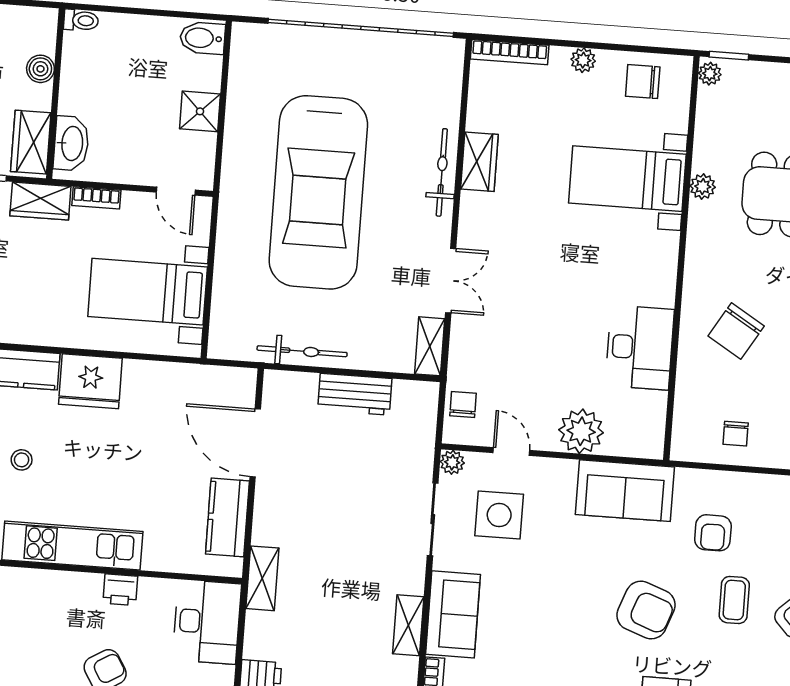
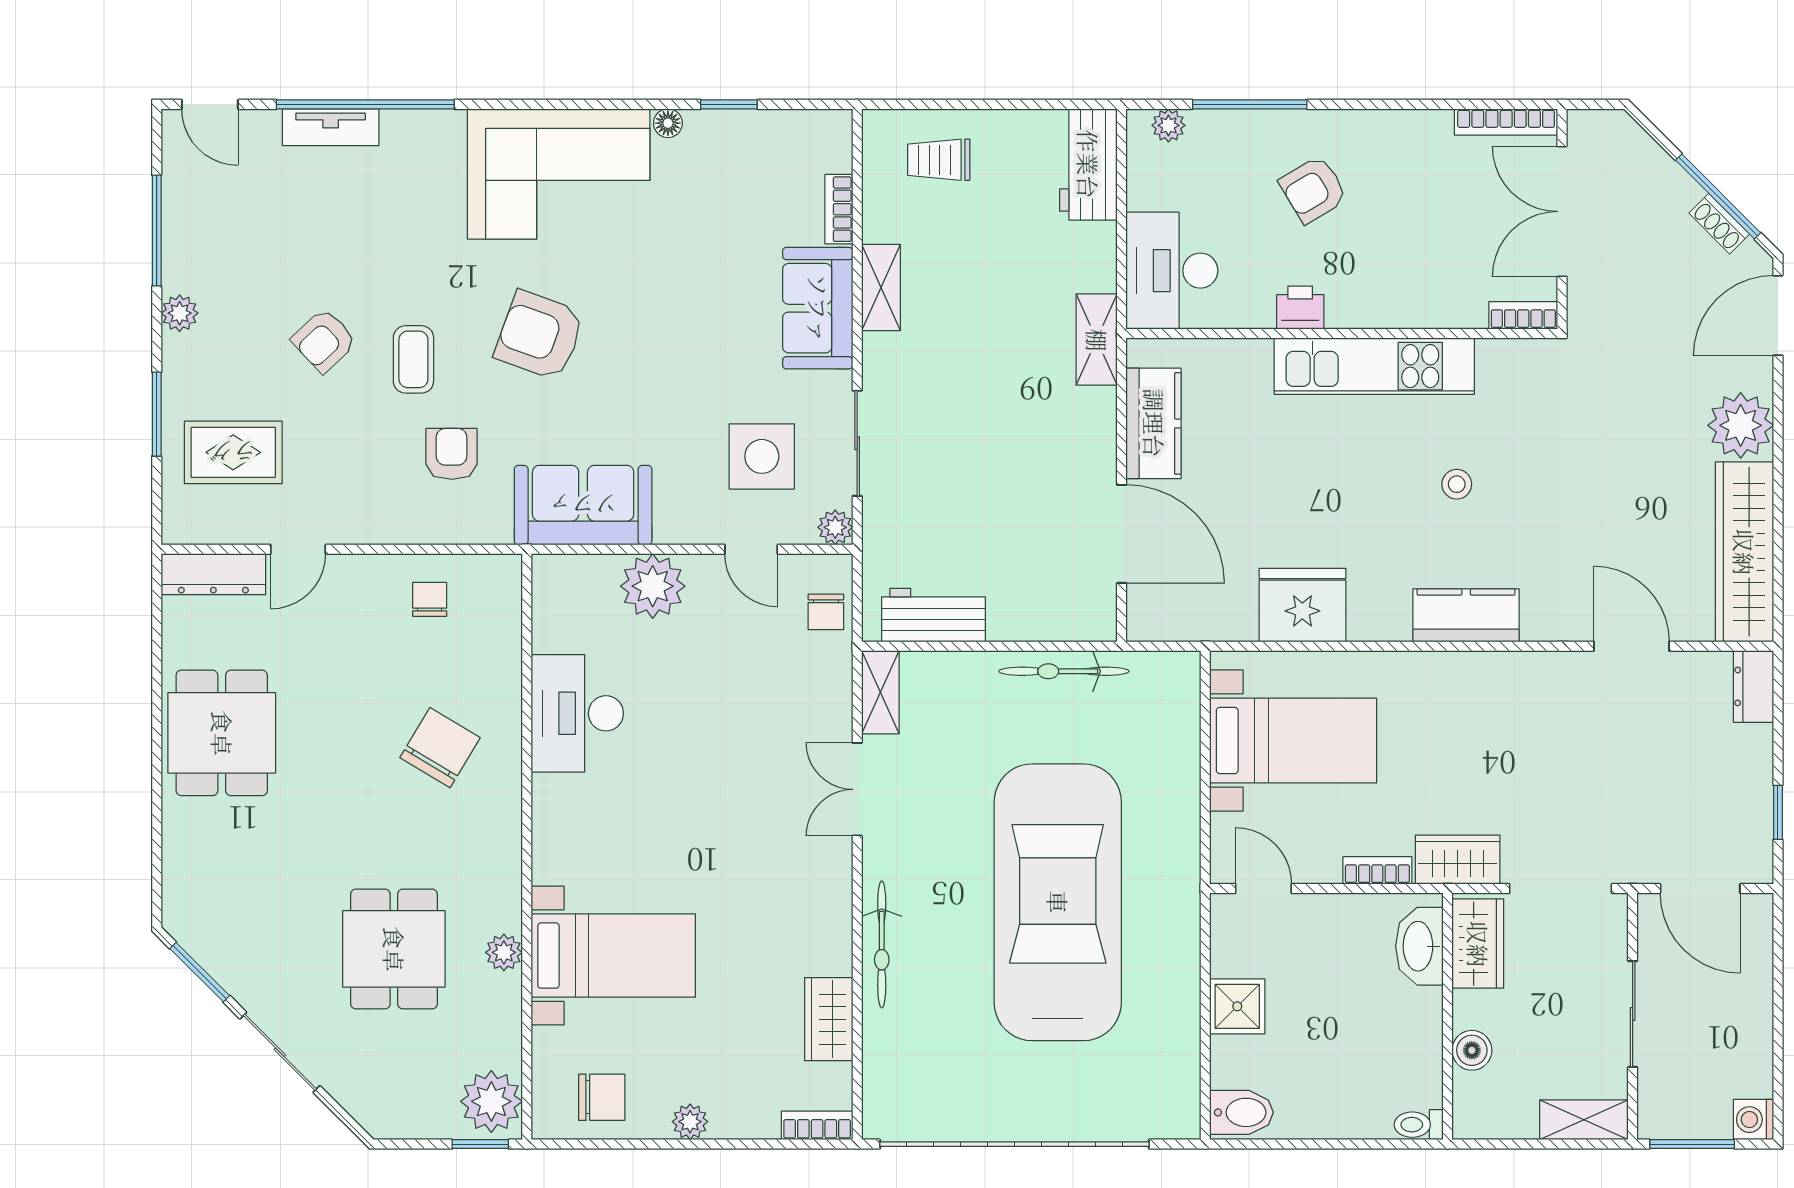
bookcase: (510, 52) -> (817, 1125), width x0.64
plant: (710, 74) -> (491, 1101), width x1.87, depth x1.87
wardrobe: (479, 162) -> (829, 1019), moved
fridge: (90, 381) -> (1302, 605), moved
workbench: (355, 394) -> (933, 615), moved

